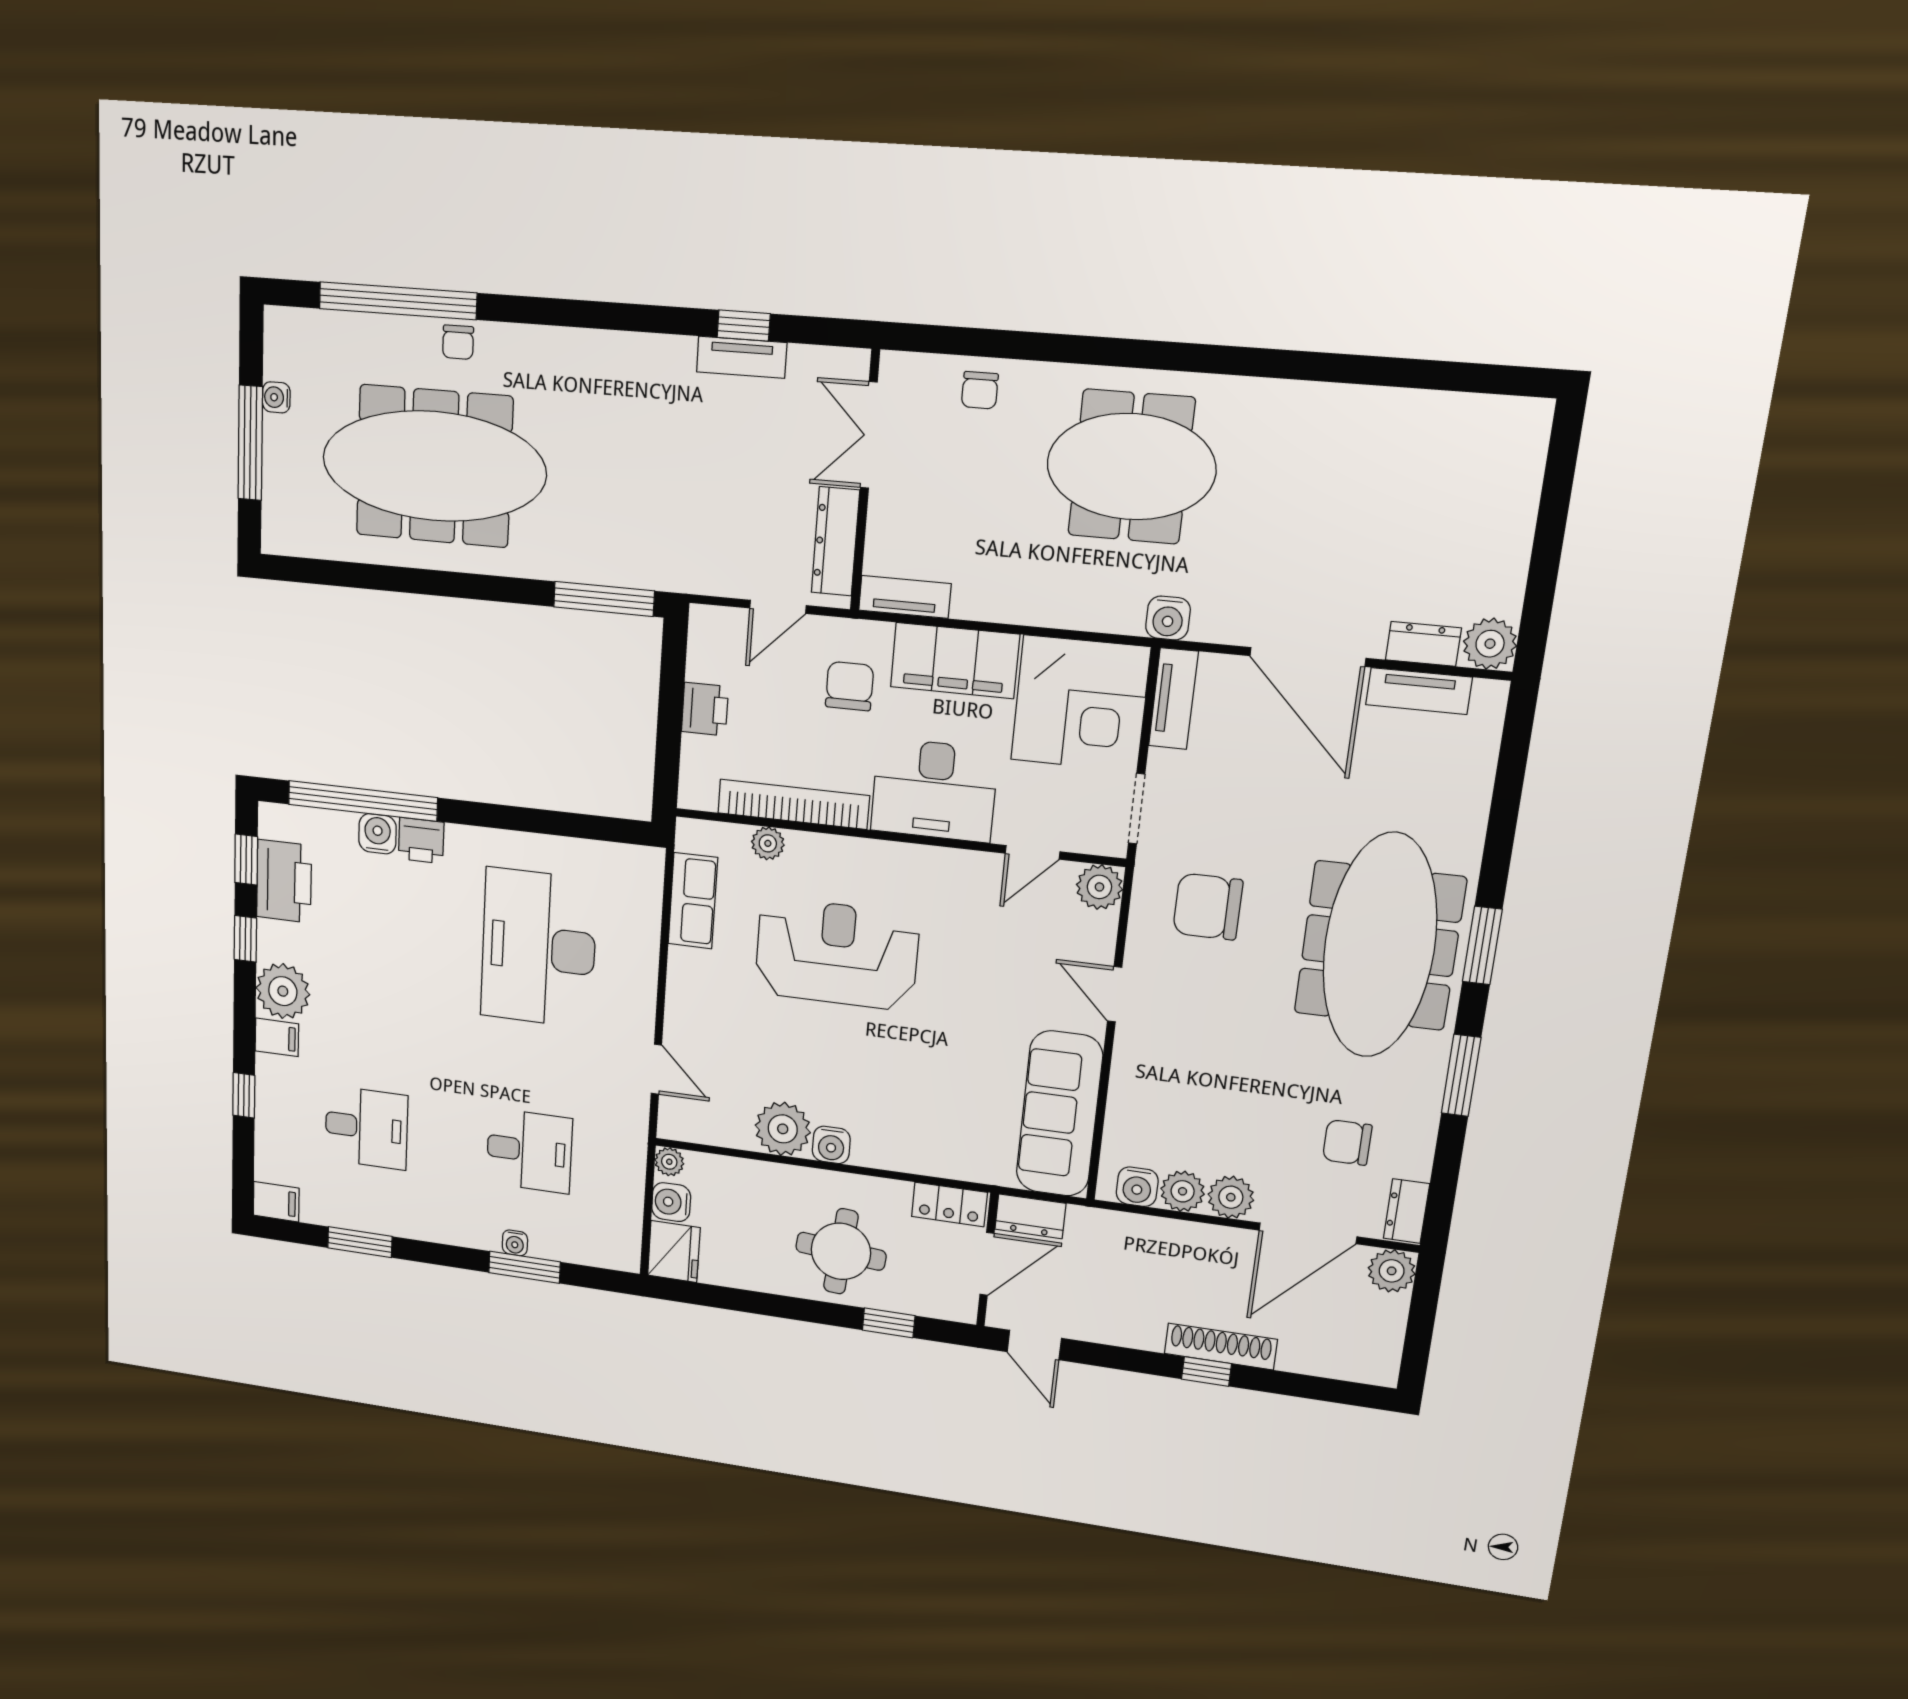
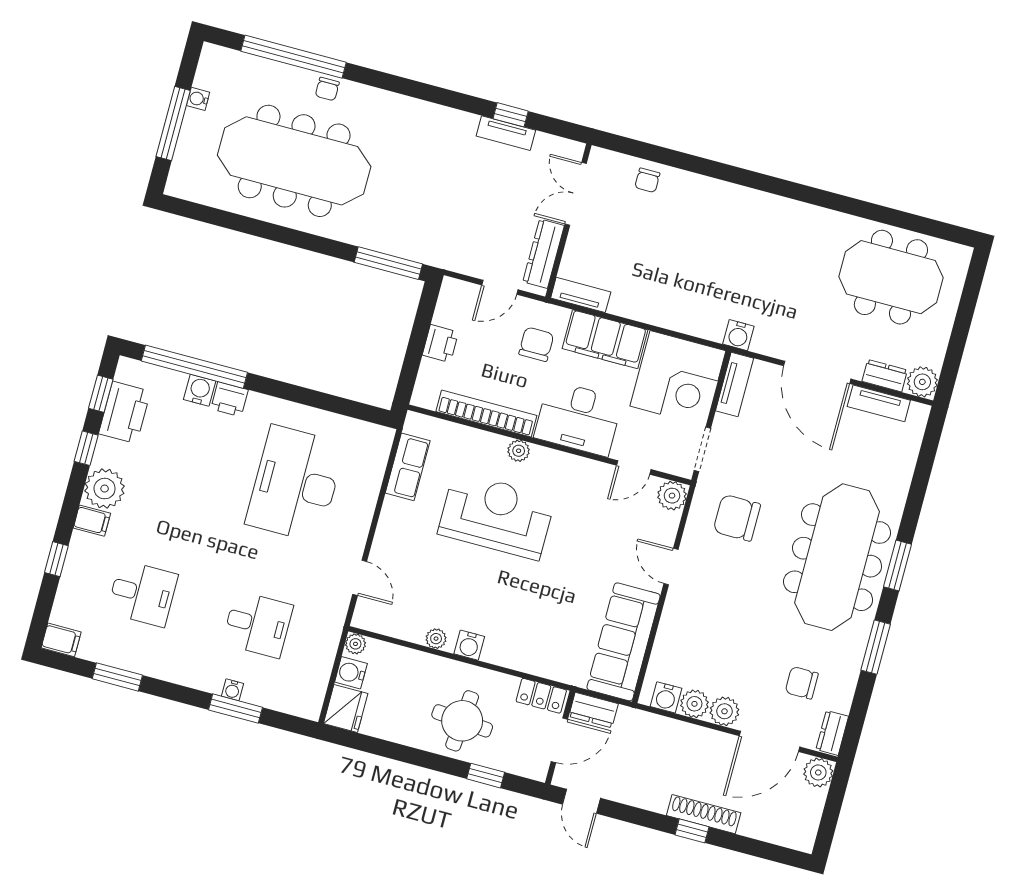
meeting table: (1131, 467) -> (891, 277), moved
plant: (768, 843) -> (519, 451), moved
plant: (783, 1129) -> (436, 639), width x0.53, depth x0.53

